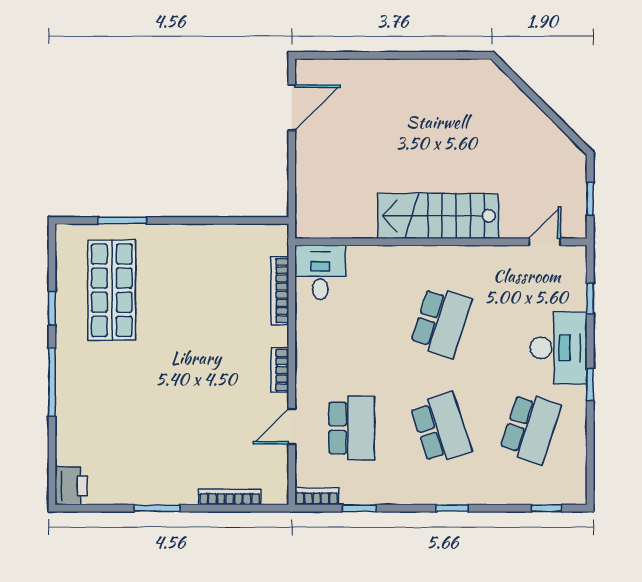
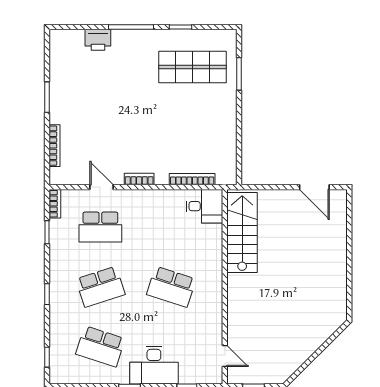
stairs: (438, 216) -> (242, 232), moved
printer: (71, 486) -> (98, 40), moved

